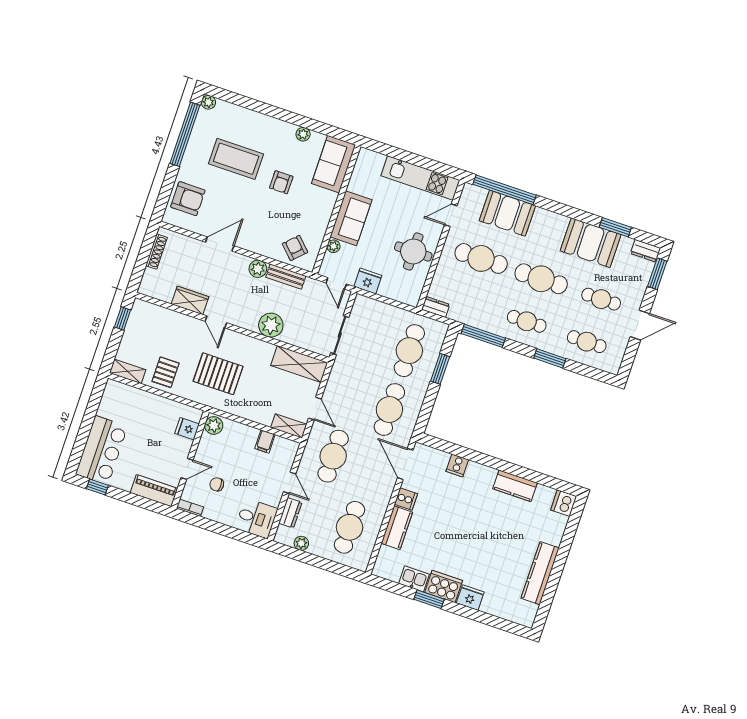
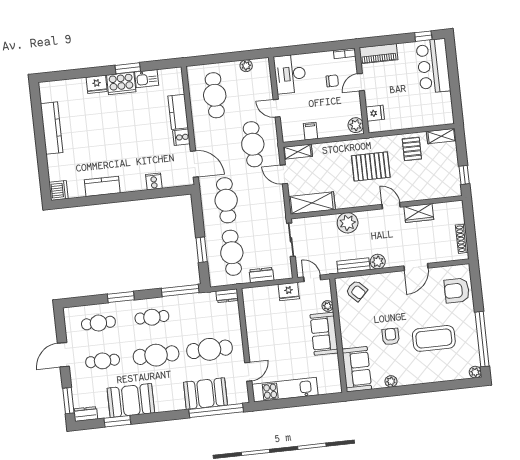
round table: (413, 251) -> (264, 330), removed
dresser: (290, 513) -> (261, 275), moved, turned 90
desk: (257, 518) -> (290, 74), width x1.37

